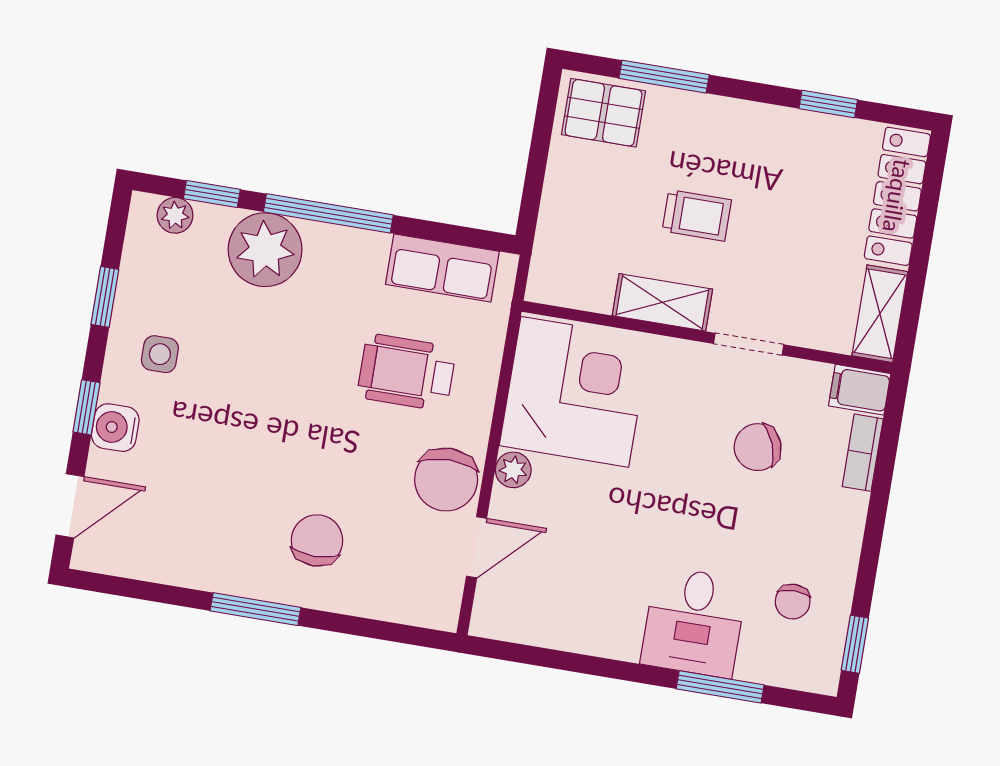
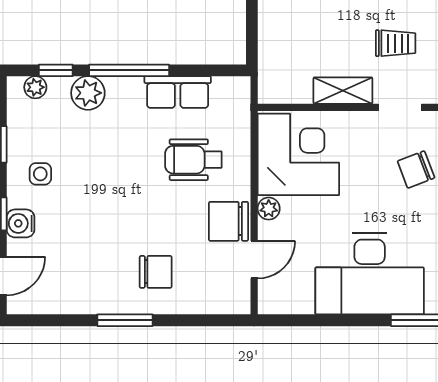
trolley: (697, 215) -> (396, 43), moved
plant: (265, 250) -> (88, 93), width x0.73, depth x0.73
row of seats: (442, 268) -> (178, 92), moved
chair: (446, 479) -> (229, 221), turned 90
chair: (317, 540) -> (156, 272), turned 90
desk: (694, 622) -> (370, 274), width x1.87, depth x1.30

